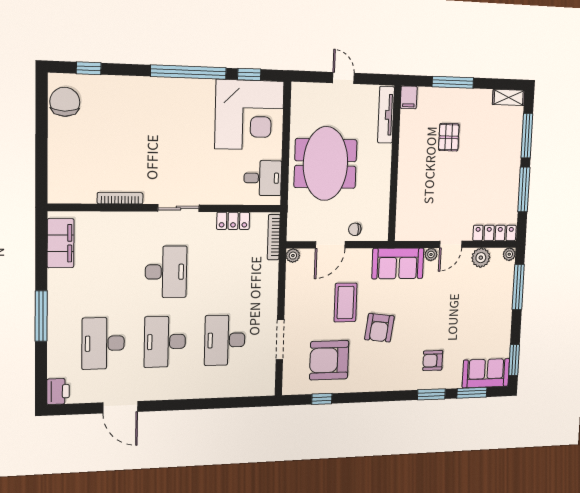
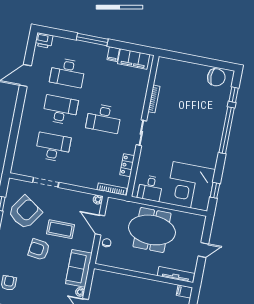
window: (188, 72) -> (227, 130), moved
filing cabinet: (59, 278) -> (113, 54), added
desk: (103, 343) -> (68, 73), turned 180
armchair: (329, 360) -> (25, 212), turned 34

